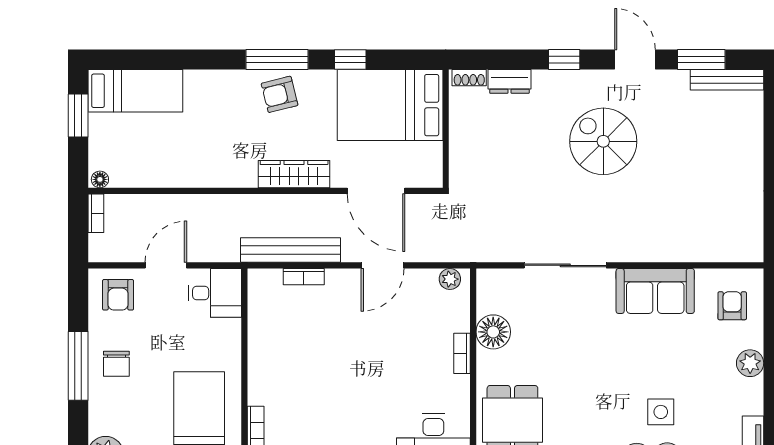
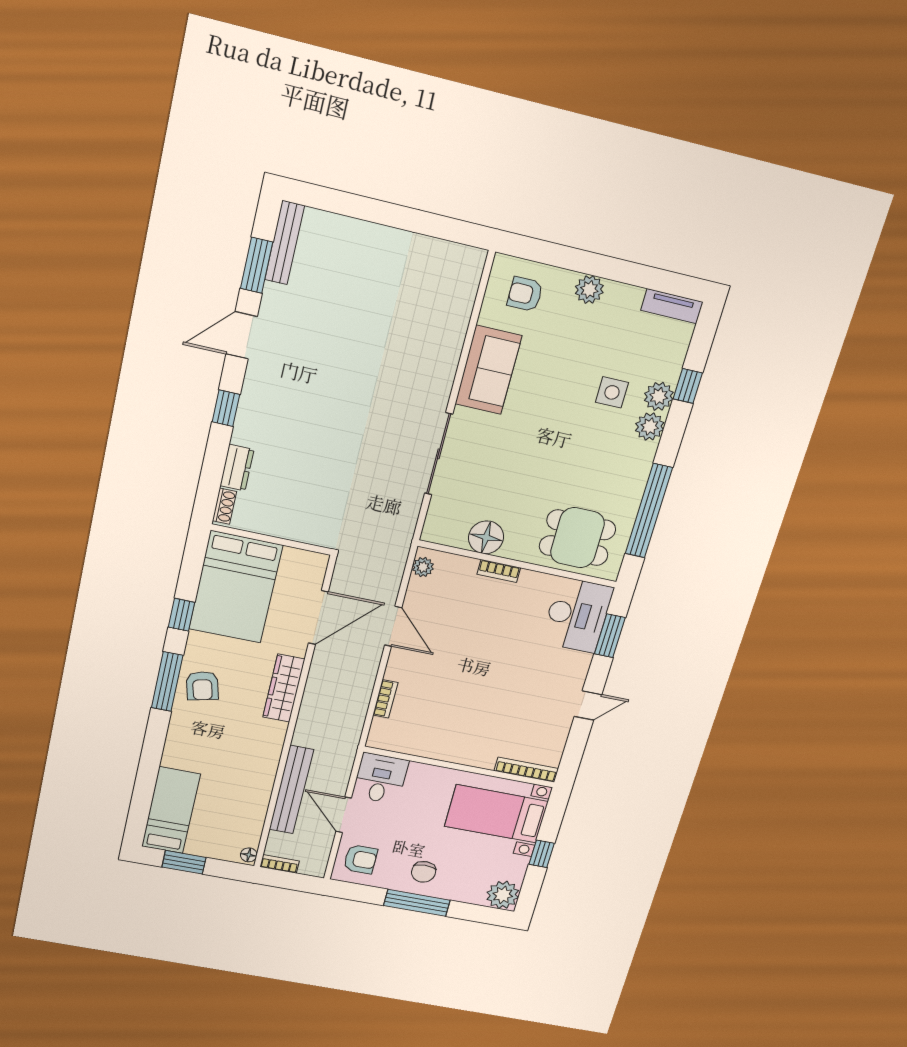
spiral stairs: (603, 141) -> (321, 388), removed
bench: (290, 250) -> (291, 790), moved
chair: (116, 364) -> (424, 872), turned 90

